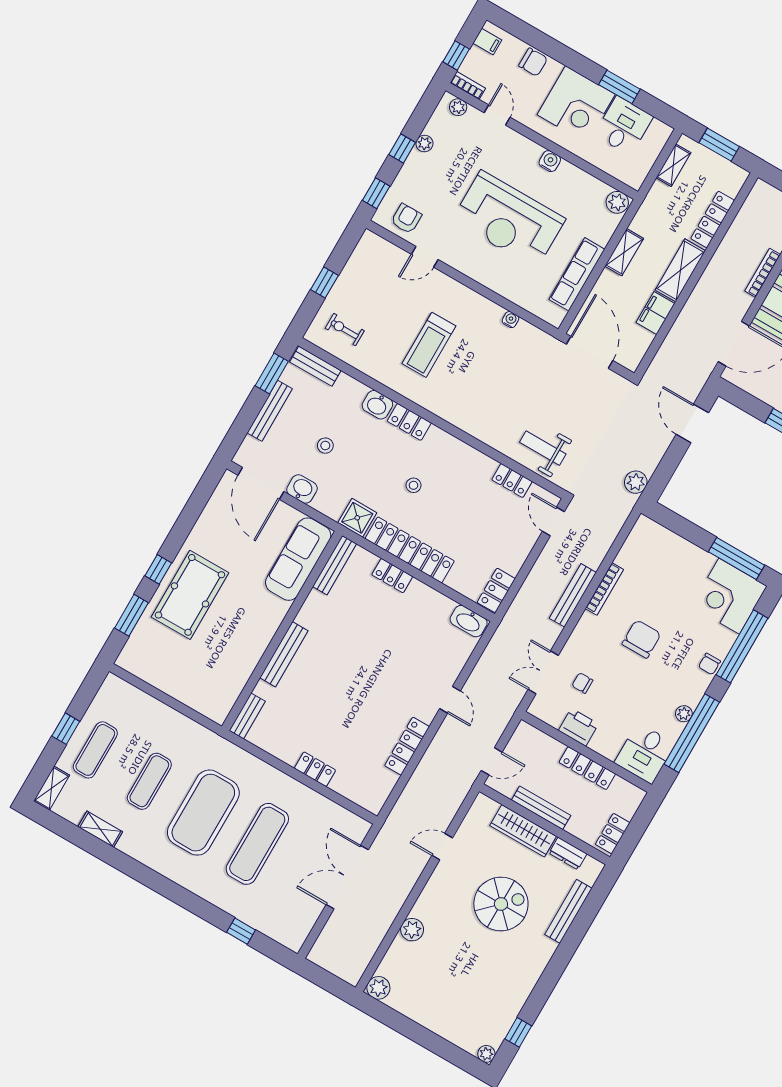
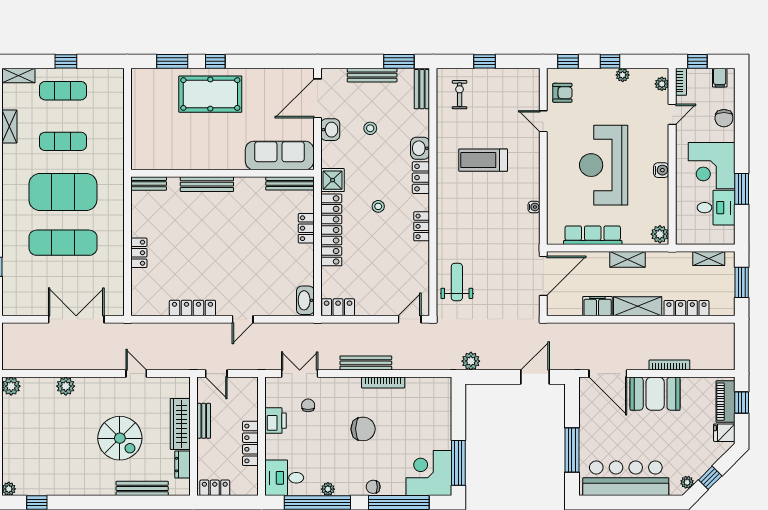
locker: (512, 480) -> (422, 226), moved
bench: (541, 808) -> (204, 421), width x0.73

